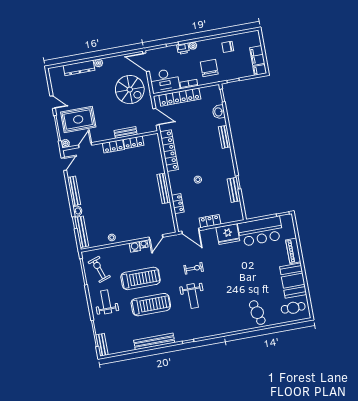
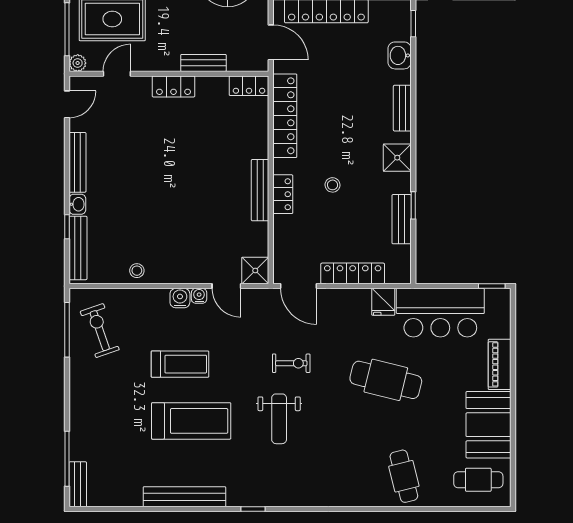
locker: (134, 142) -> (249, 86), moved
shower: (226, 161) -> (397, 158), added
locker: (178, 204) -> (283, 194), moved
locker: (210, 221) -> (353, 273), width x1.53
shower: (168, 227) -> (255, 271), added
fridge: (228, 234) -> (383, 302), width x0.53, depth x0.75
door: (156, 237) -> (226, 286), hinge flipped
cafe table: (240, 268) -> (386, 380), added
treadmill: (141, 278) -> (180, 364), width x0.73, depth x0.73
weight bench: (106, 302) -> (102, 399), removed

